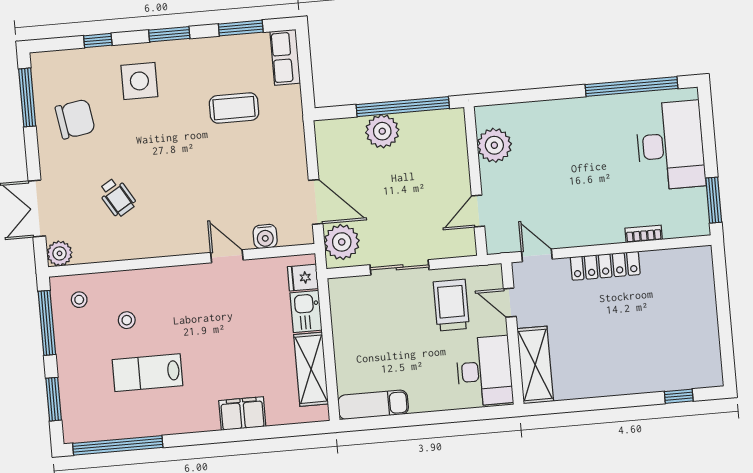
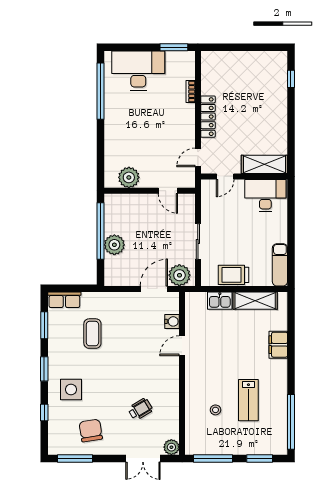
fridge: (303, 278) -> (199, 301), removed
stool: (79, 300) -> (201, 438), removed
trolley: (451, 305) -> (234, 275), moved

